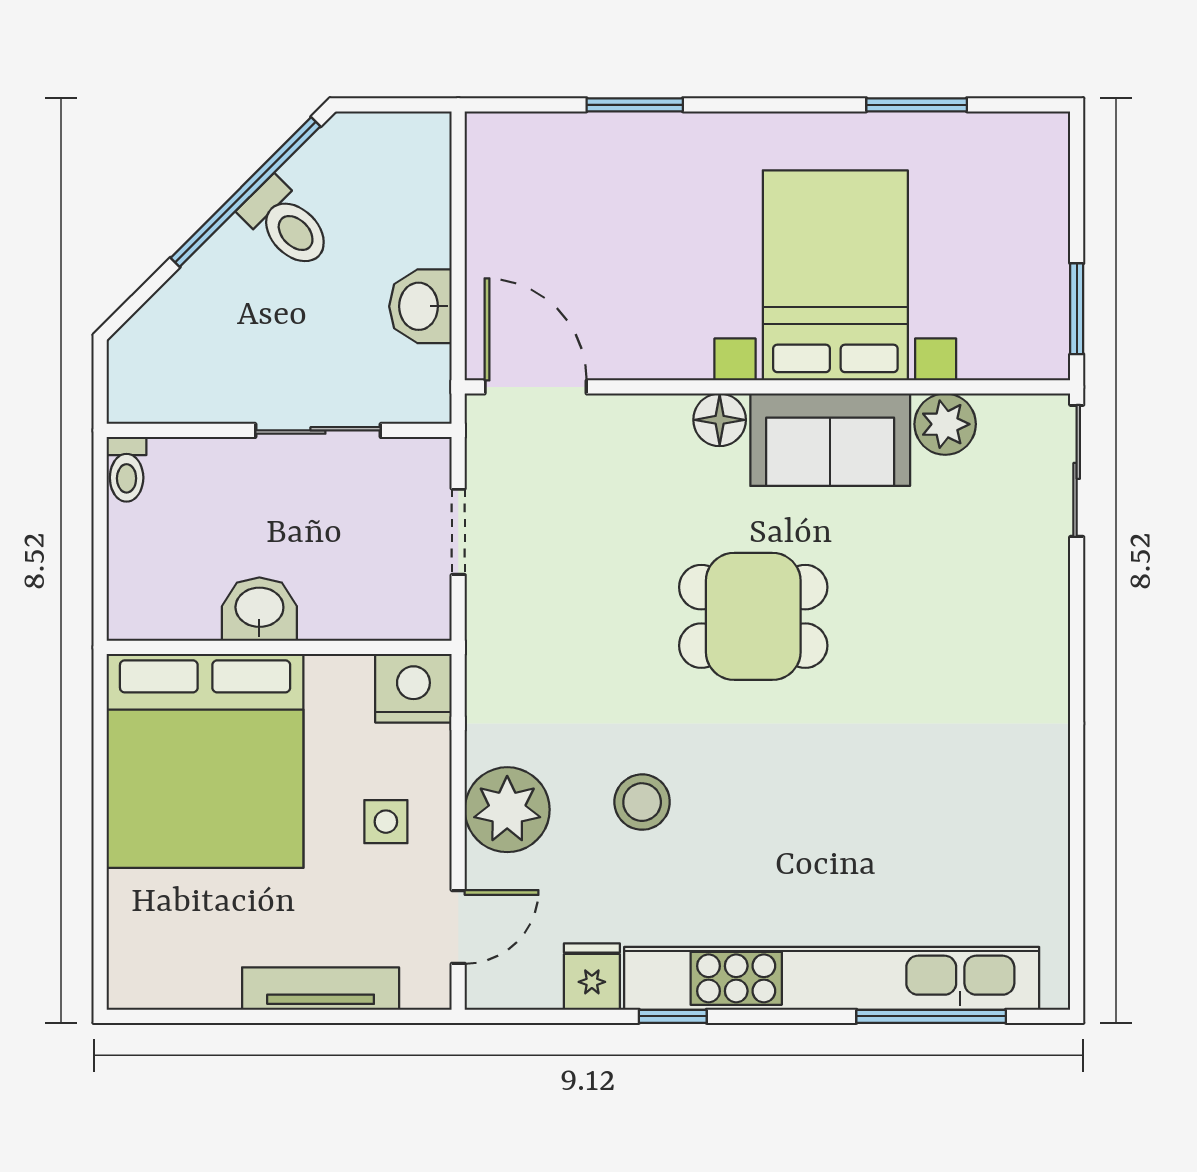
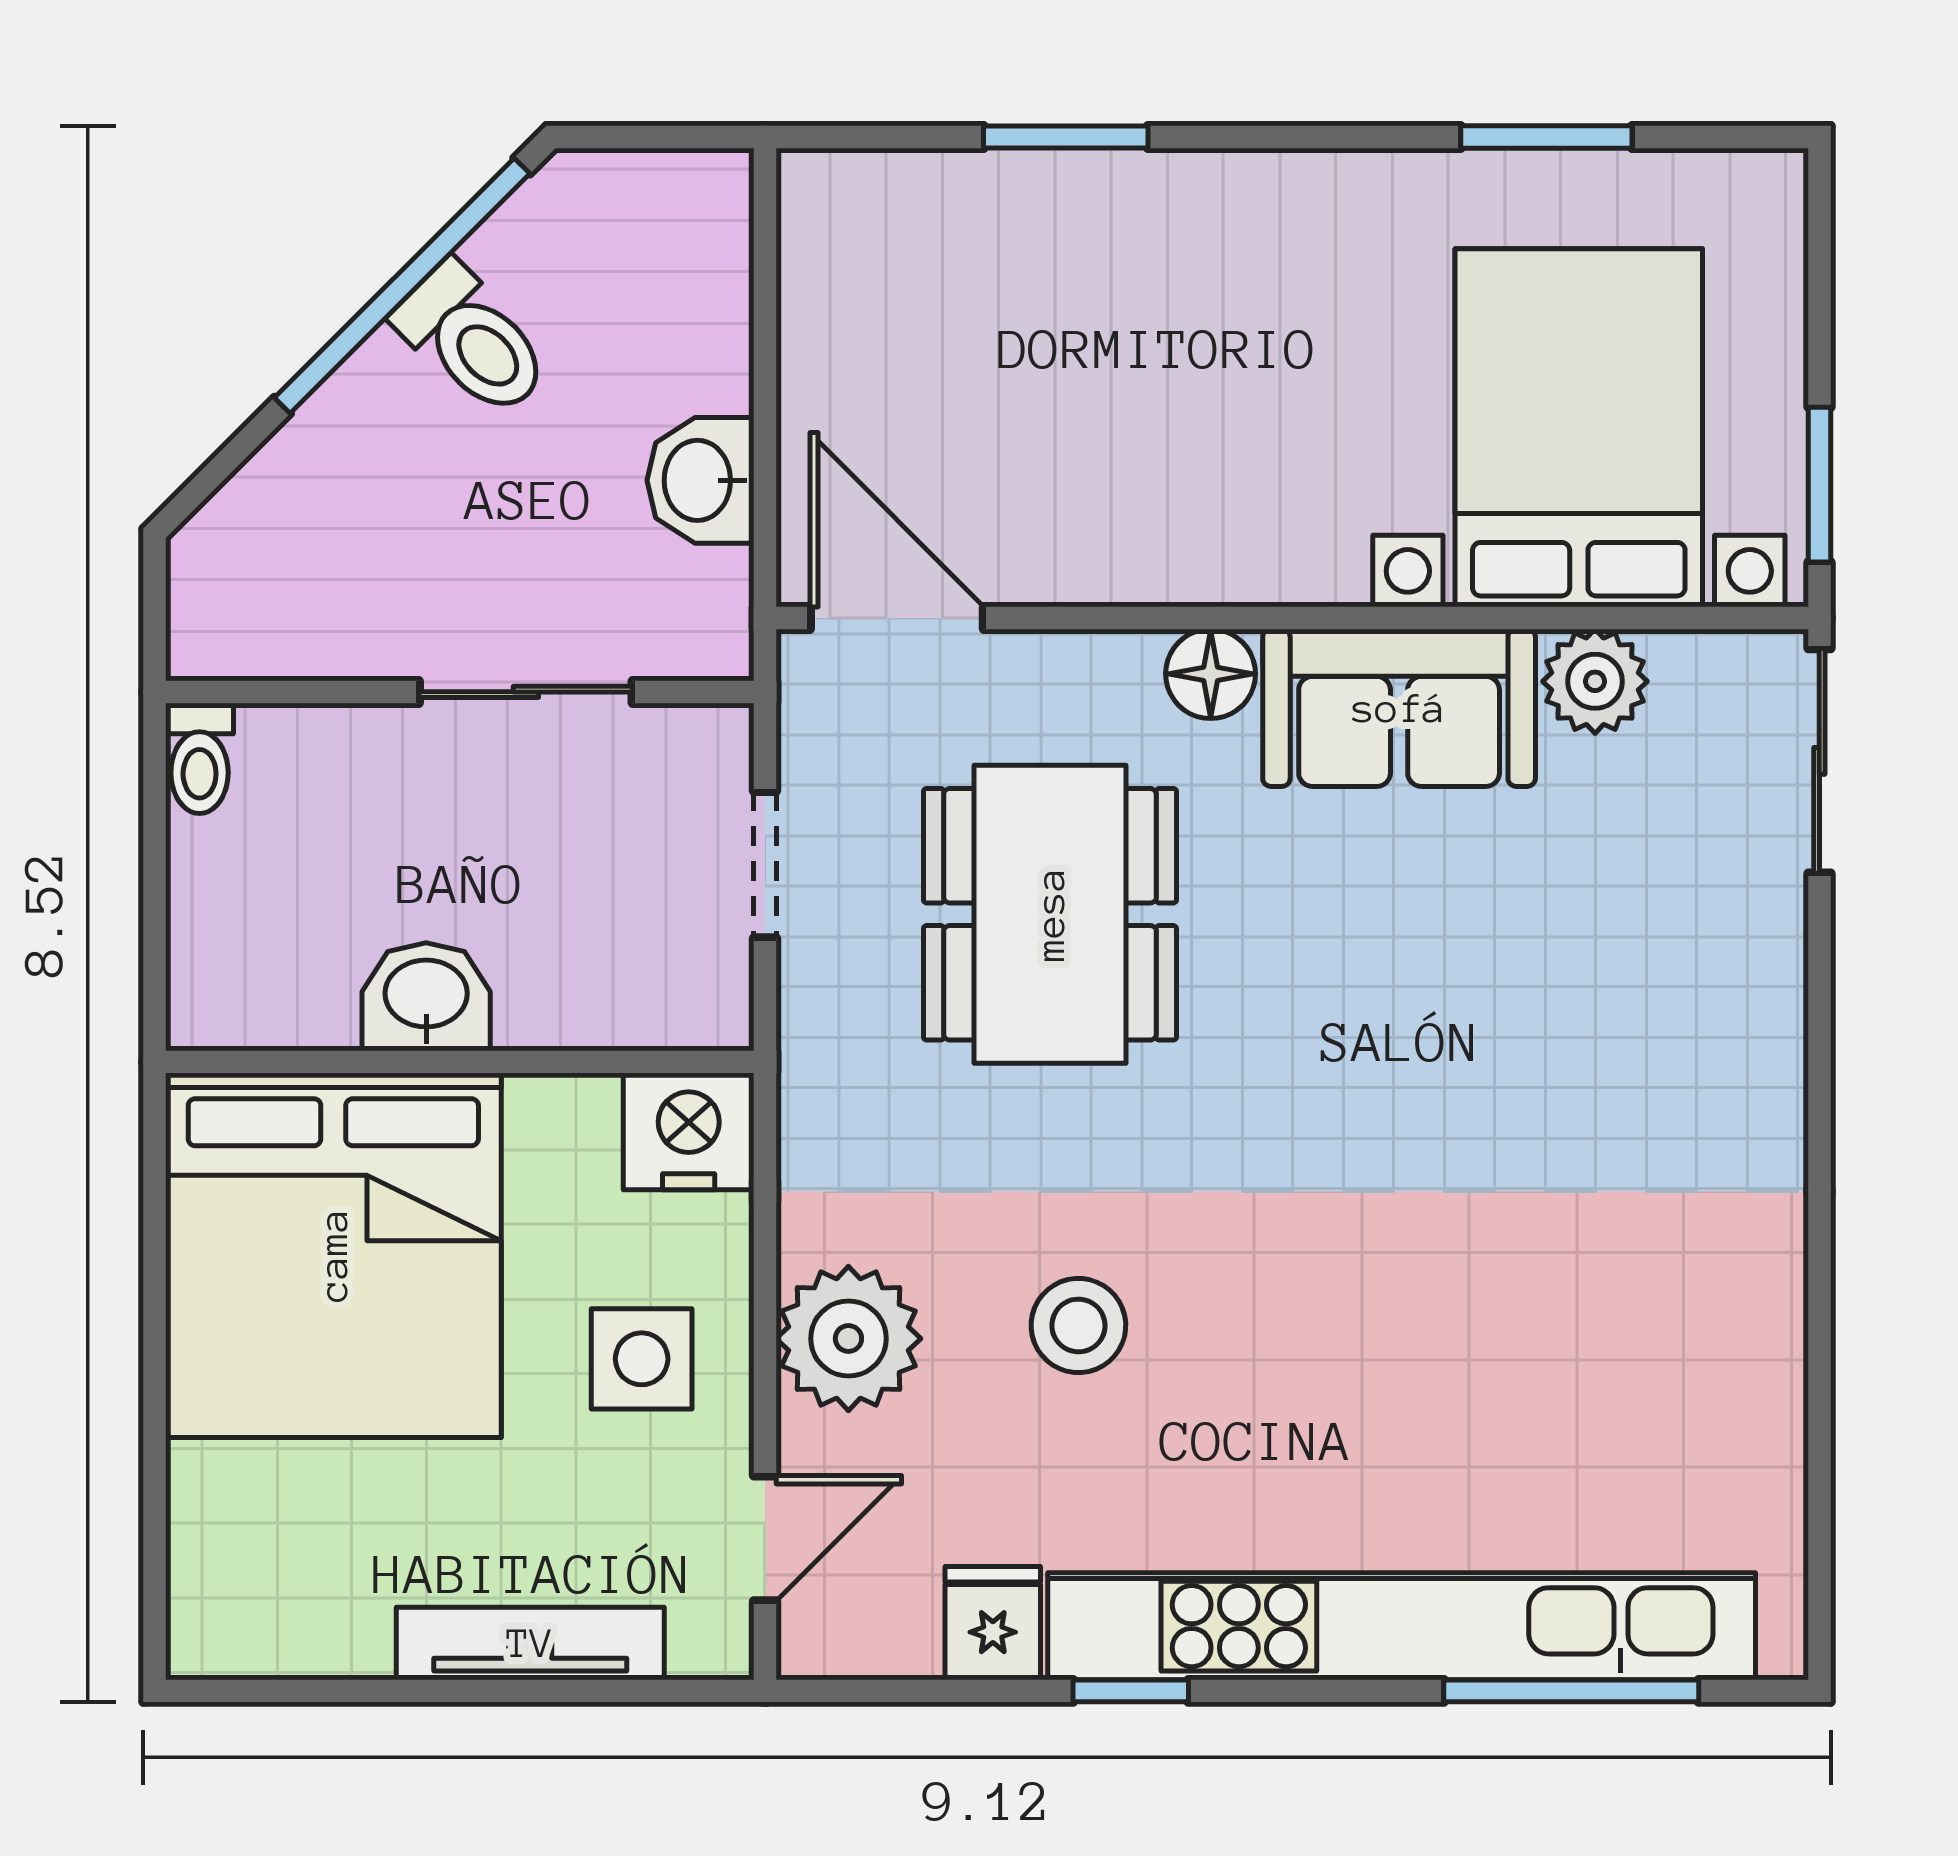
bed with nightstands: (835, 275) -> (1579, 428), moved
dining table: (753, 616) -> (1050, 914), moved, width x1.37
side table: (386, 822) -> (642, 1359), width x1.37, depth x1.37

